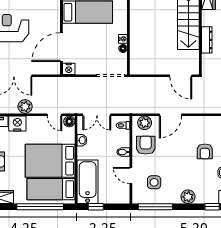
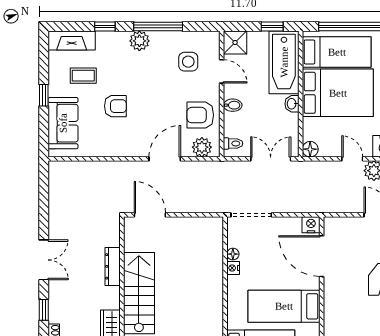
door: (61, 47) -> (322, 256), swing flipped
door: (54, 115) -> (352, 159), moved
washbasin: (82, 140) -> (292, 104), moved
armchair: (146, 145) -> (200, 115), turned 90
armchair: (205, 151) -> (115, 106), turned 90
shower: (122, 196) -> (235, 43), added
window: (155, 207) -> (158, 27), moved

